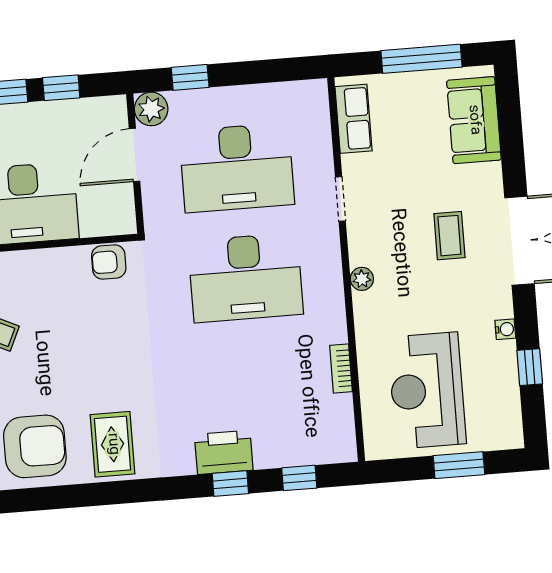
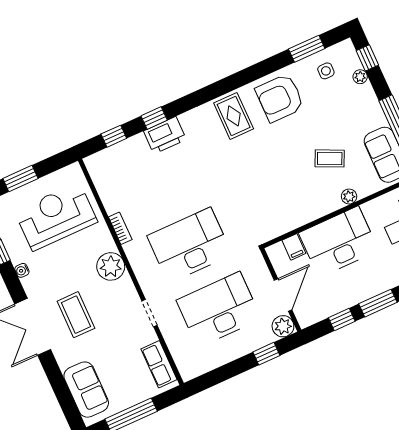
filing cabinet: (93, 220) -> (294, 247), added
coffee table: (449, 236) -> (76, 315), width x1.36, depth x1.30
armchair: (109, 262) -> (275, 225), removed
plant: (362, 279) -> (111, 266), width x1.88, depth x1.88
bookcase: (341, 369) -> (120, 228), moved
reception desk: (427, 391) -> (56, 216), turned -90

